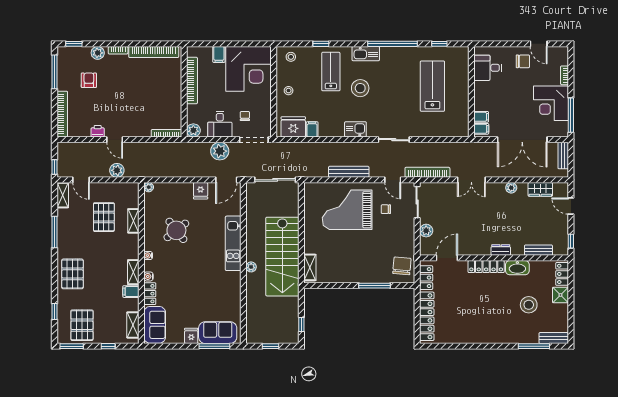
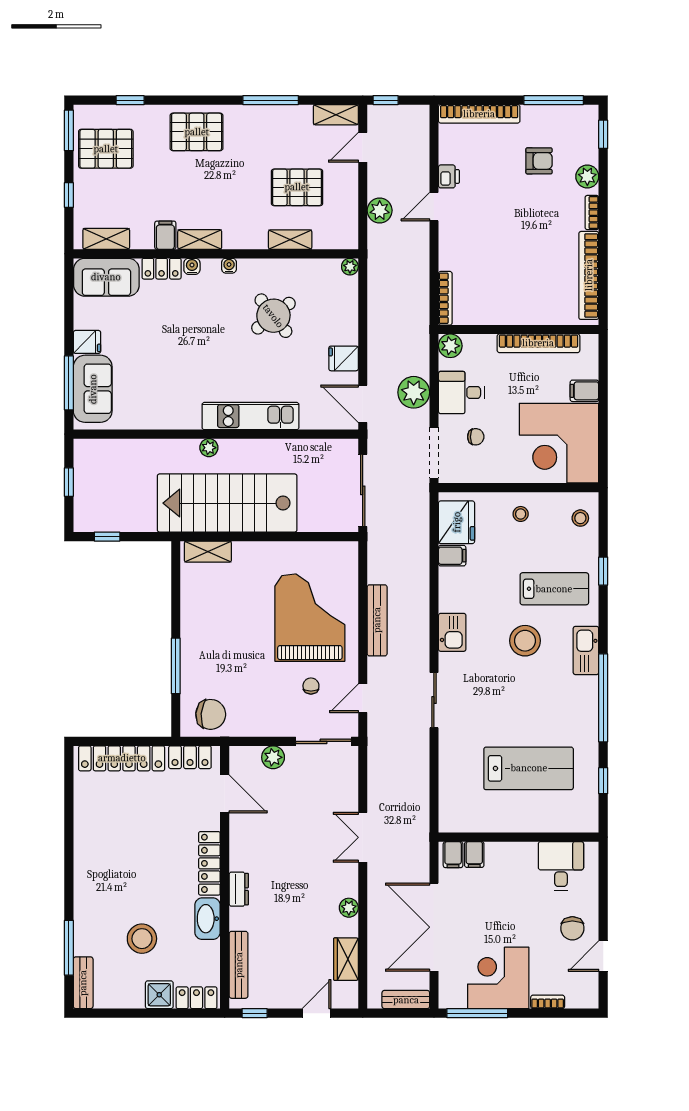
bookcase: (427, 172) -> (376, 760), removed
bench: (538, 250) -> (239, 965), width x1.36

